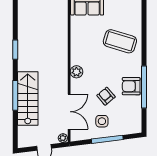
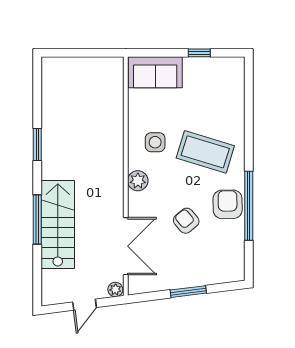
coffee table: (120, 41) -> (205, 152), moved
armchair: (131, 86) -> (228, 204), turned 89
side table: (102, 121) -> (155, 142), moved
window: (107, 139) -> (188, 292), width x0.69

